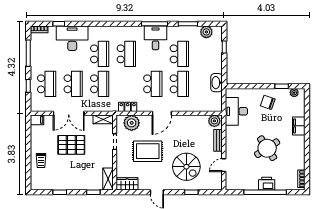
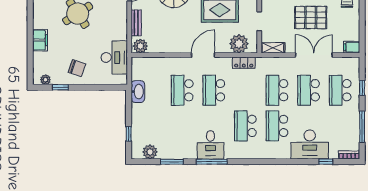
school desk: (179, 54) -> (182, 126), removed

